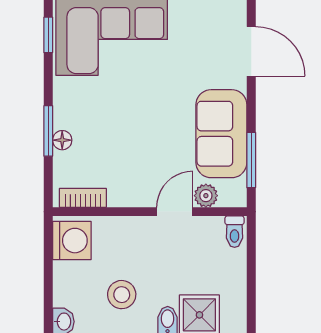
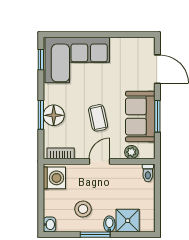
coffee table: (148, 136) -> (98, 118), added
floor lamp: (62, 140) -> (54, 115), width x1.89, depth x1.89
window: (251, 160) -> (157, 116), moved
door: (175, 212) -> (100, 161), moved

